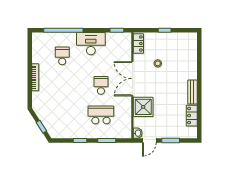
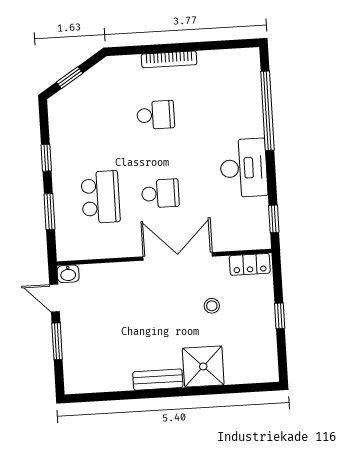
school desk: (62, 56) -> (156, 115), moved
shower: (143, 107) -> (203, 367), moved
locker: (192, 116) -> (110, 381), removed

